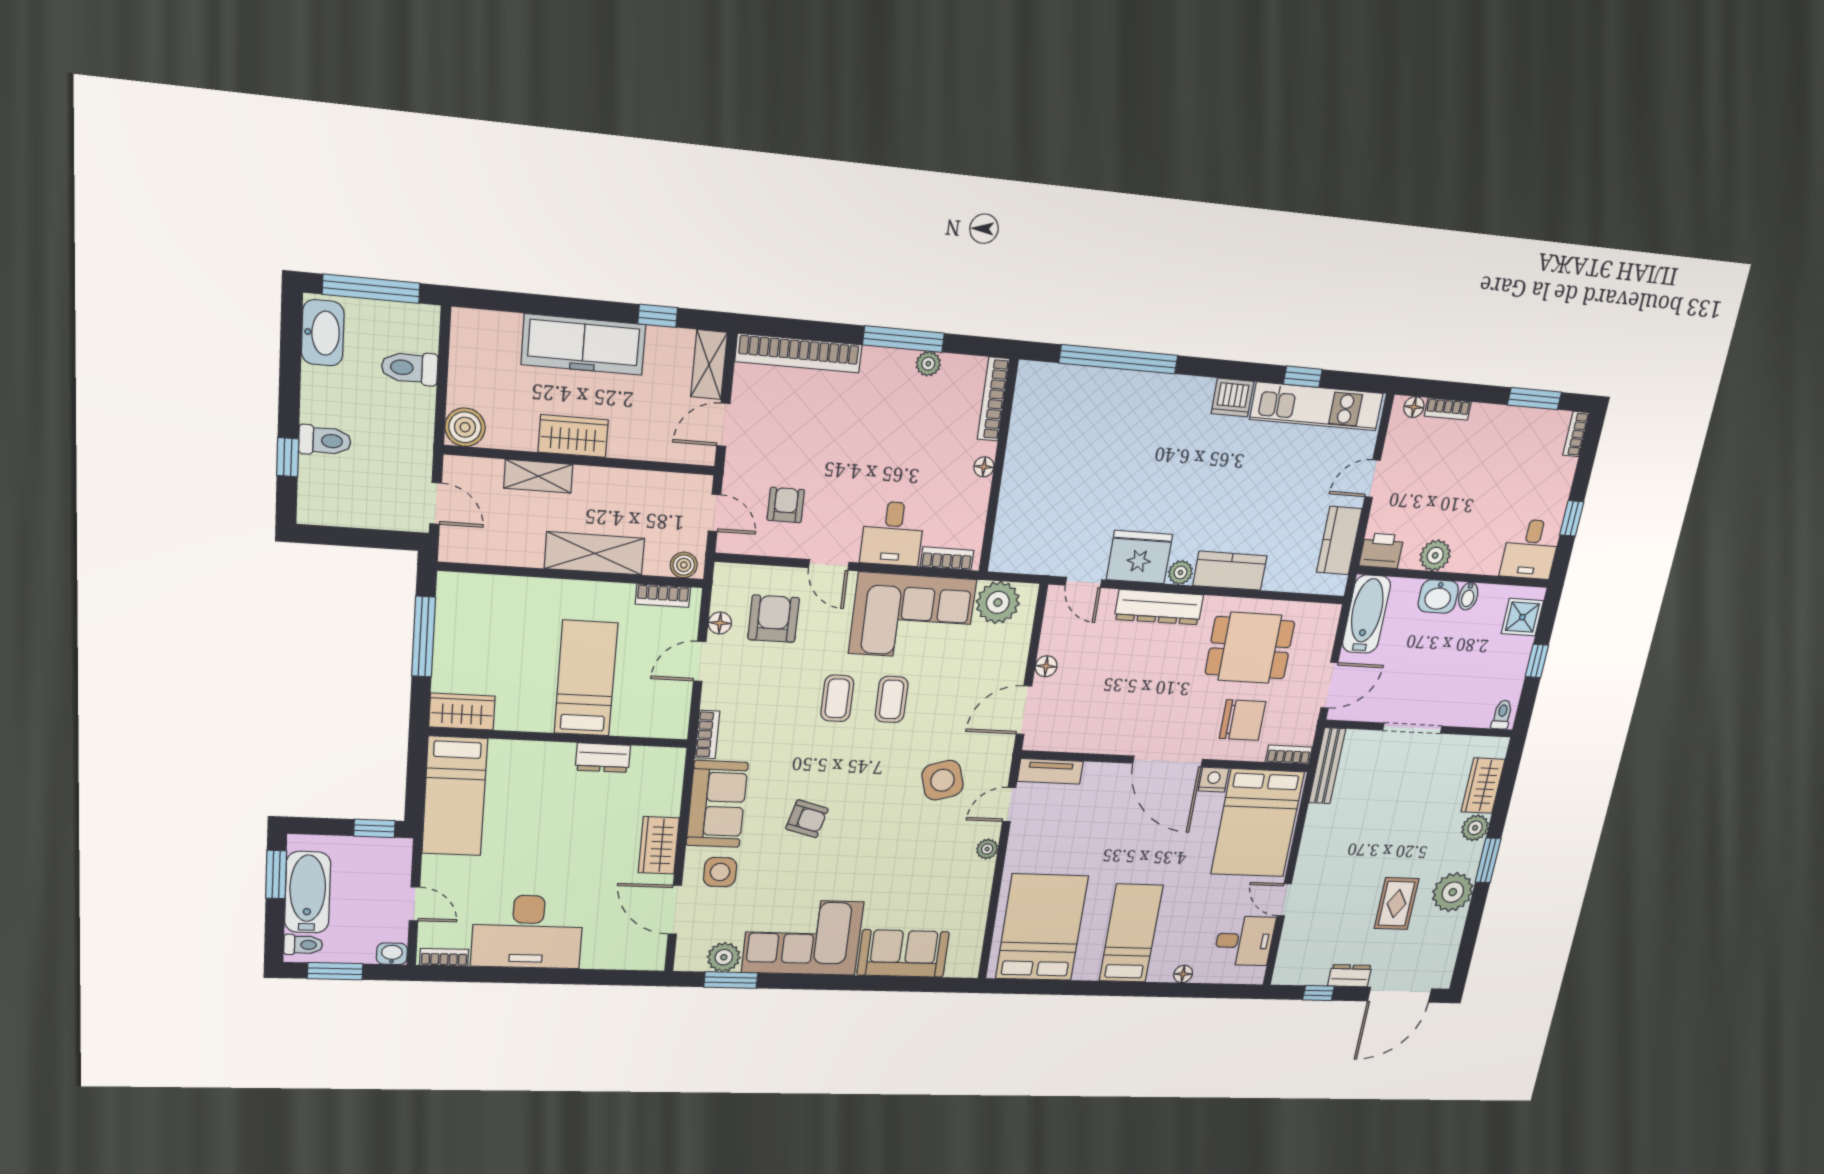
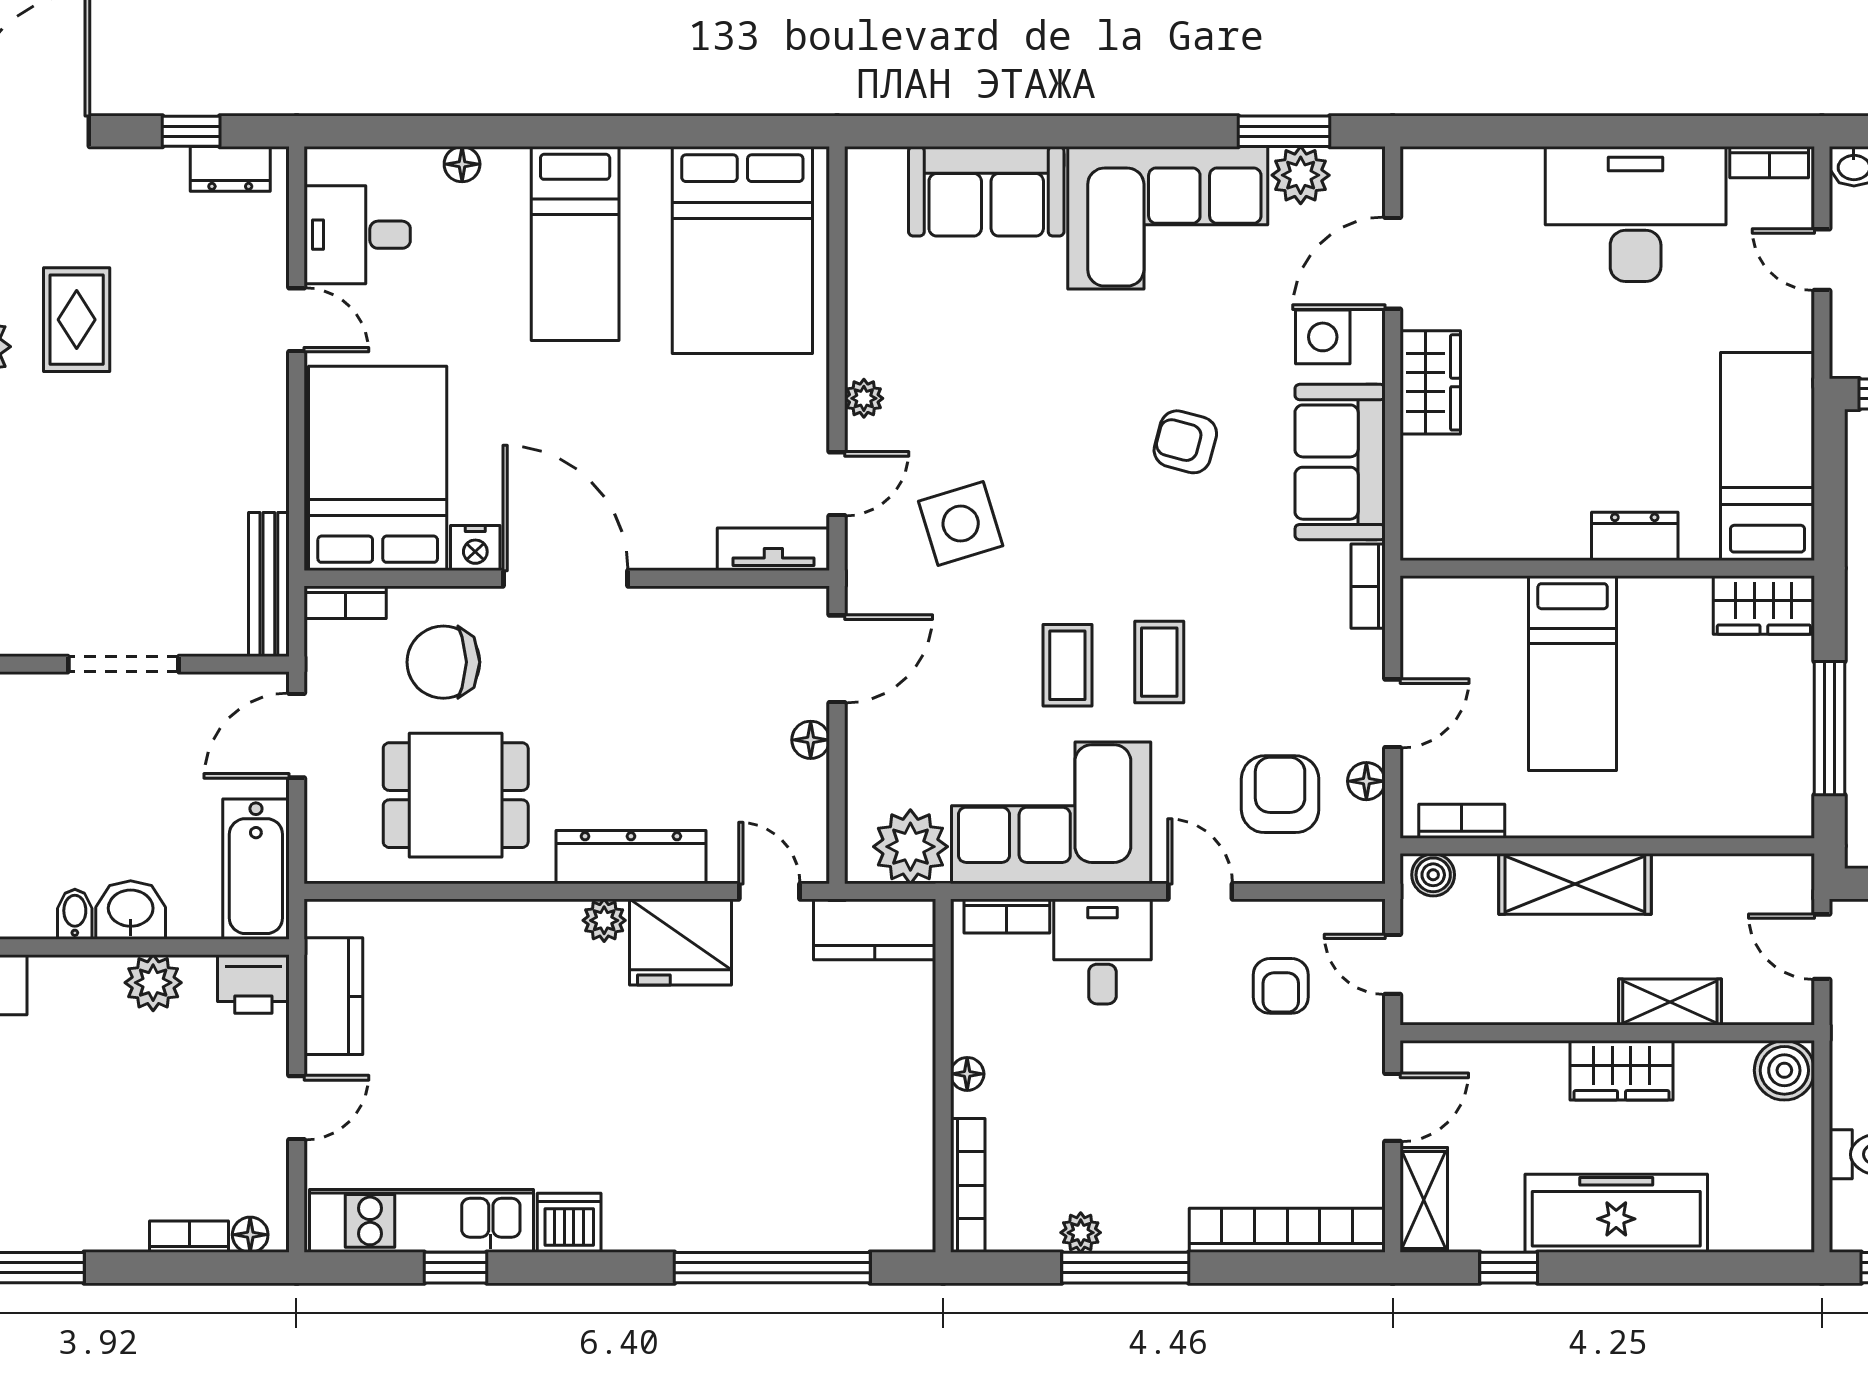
kitchen counter: (1230, 571) -> (875, 929), moved
armchair: (774, 619) -> (1280, 794), turned 180
dresser: (603, 758) -> (1635, 536), moved
door: (675, 910) -> (1393, 263), swing flipped
dresser: (1350, 976) -> (230, 169), moved

